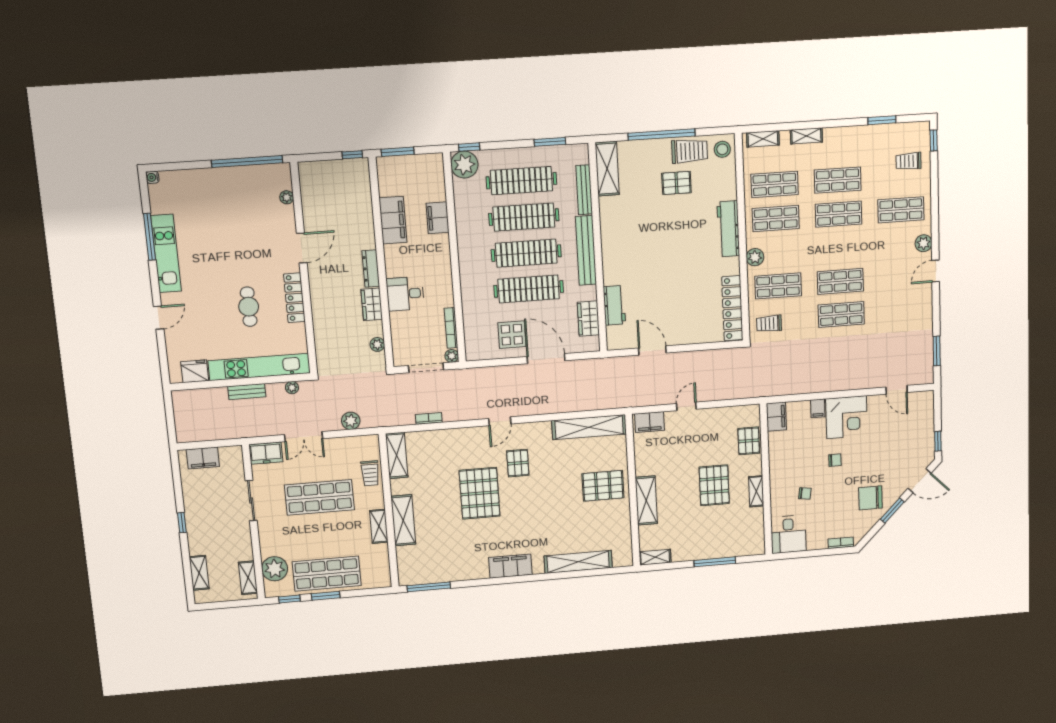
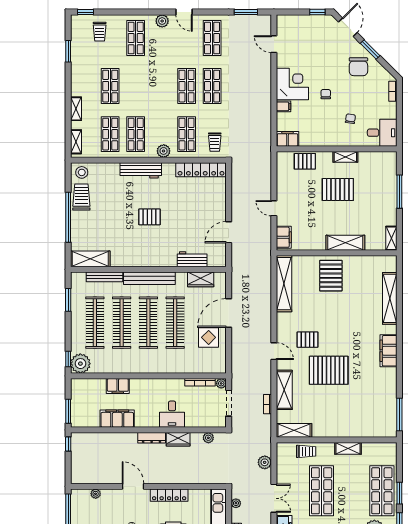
pallet: (676, 183) -> (149, 217), moved, turned 90
shop shelf: (839, 214) -> (212, 38), moved
door: (897, 390) -> (274, 44), swing flipped
shelving: (403, 520) -> (284, 390), moved, turned 90

